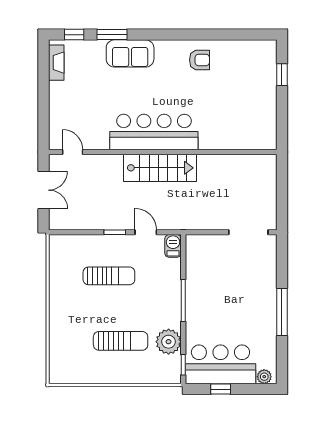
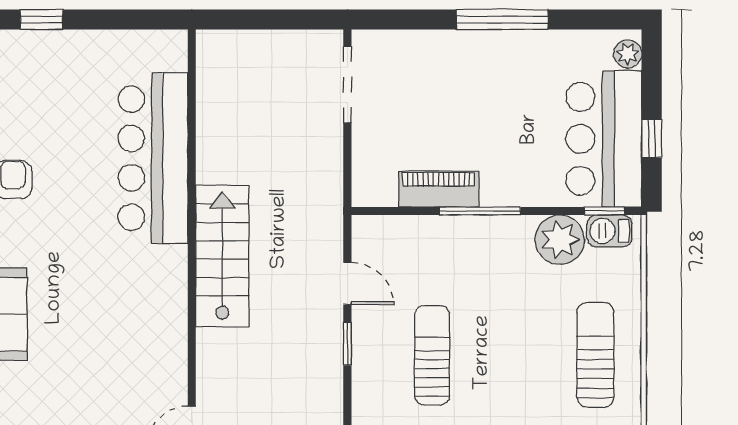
bar counter: (154, 132) -> (153, 158), moved
door: (146, 232) -> (347, 284), swing flipped
barbecue: (173, 246) -> (610, 231), moved
piano: (195, 279) -> (439, 189), added
sun lounger: (121, 341) -> (595, 355), moved

